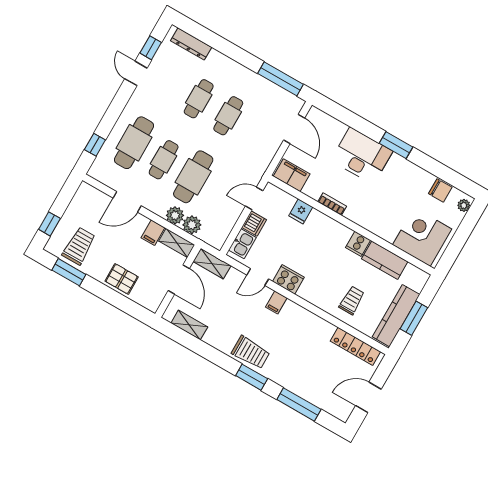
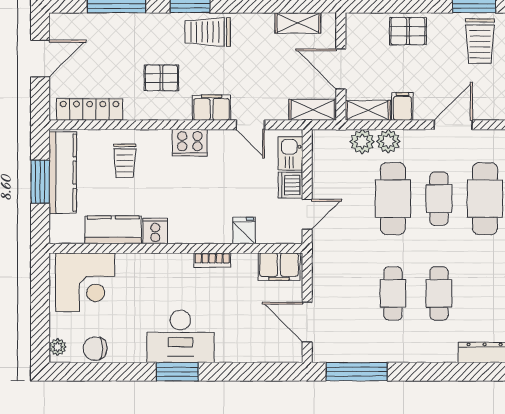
desk: (362, 156) -> (180, 336), moved
door: (258, 277) -> (250, 125), swing flipped
cooker: (288, 279) -> (190, 143), moved
filing cabinet: (276, 302) -> (211, 108), width x2.00
pallet: (297, 340) -> (161, 78), added

